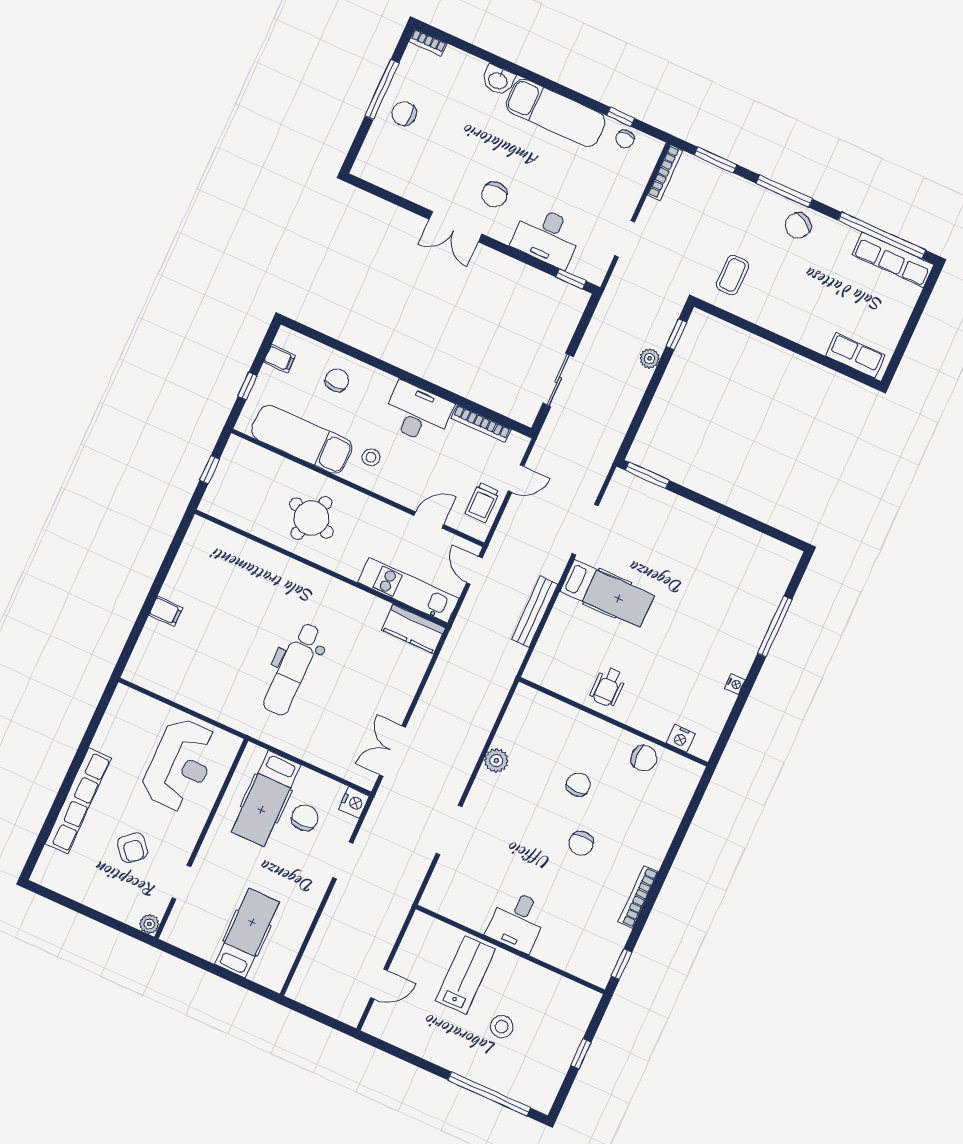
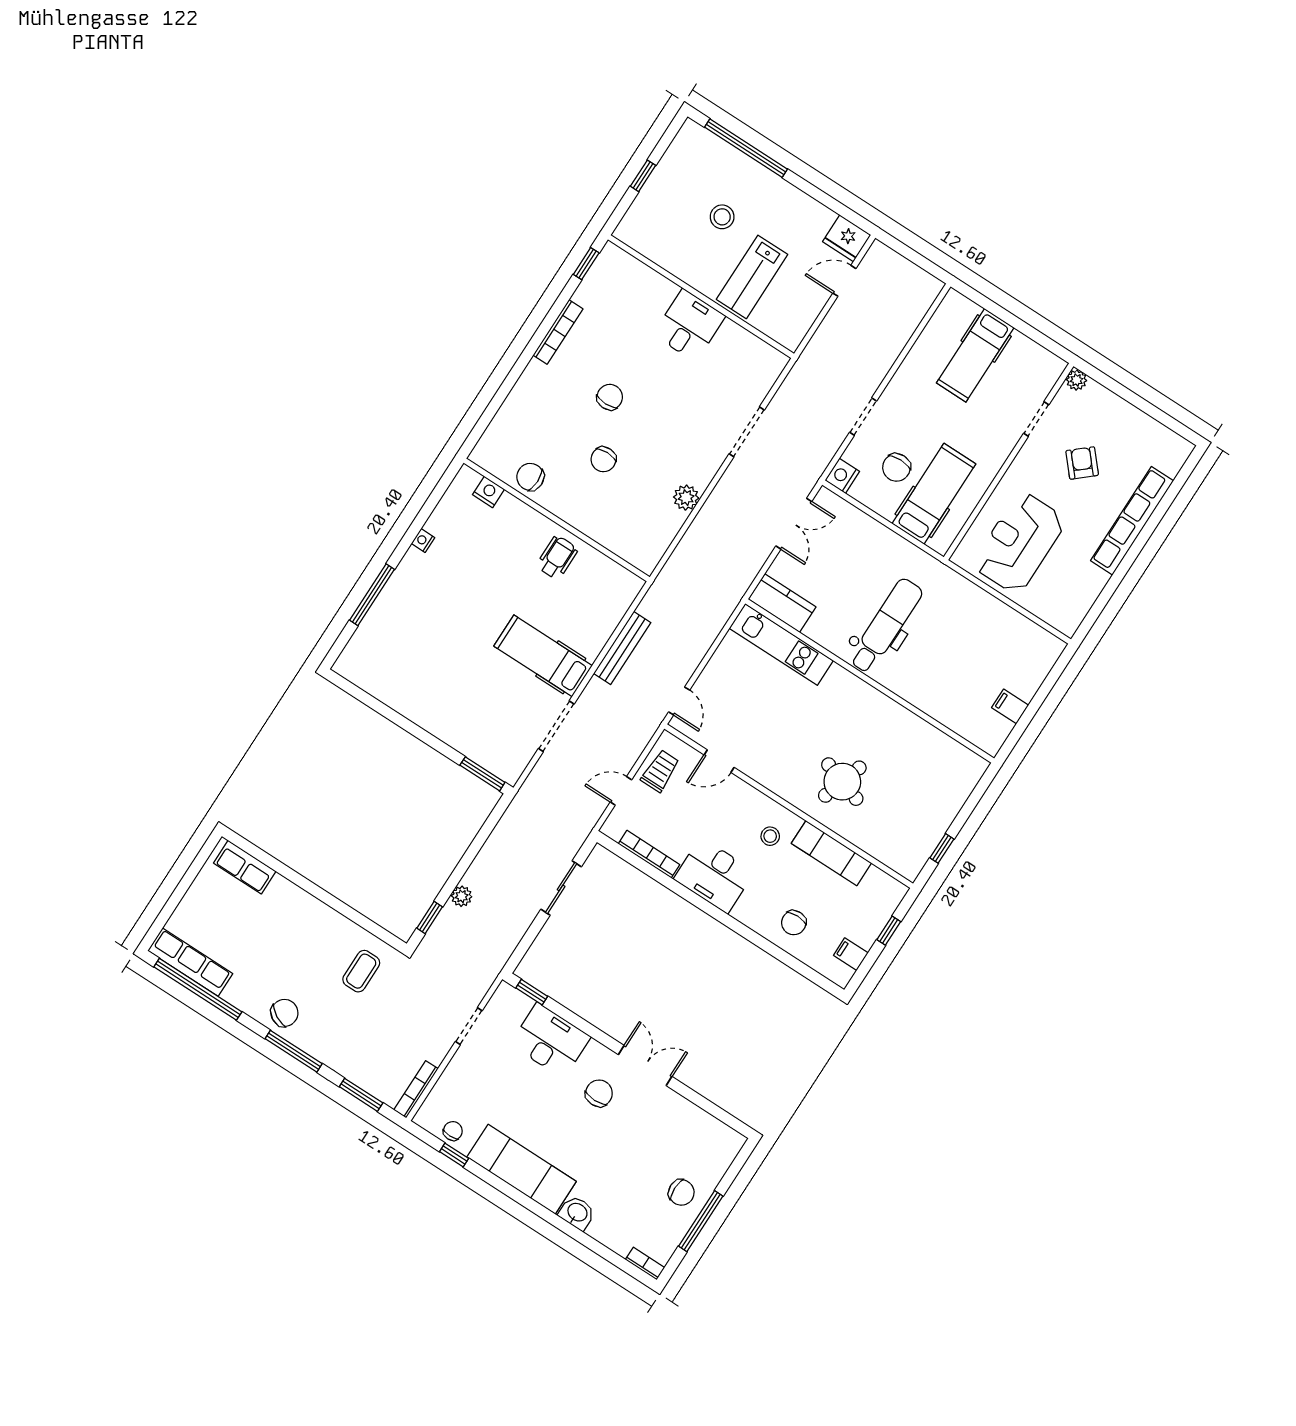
exam couch: (302, 439) -> (831, 853), width x0.73, depth x0.69
wall: (321, 569) -> (870, 681), moved
kitchen unit: (408, 590) -> (781, 644), moved
kitchen counter: (414, 629) -> (782, 603), moved
fridge: (383, 1024) -> (847, 238), added

